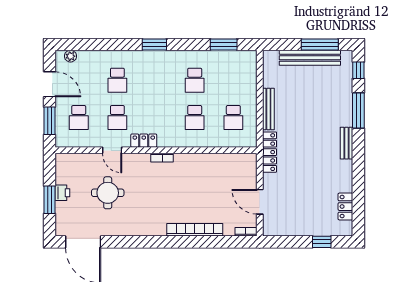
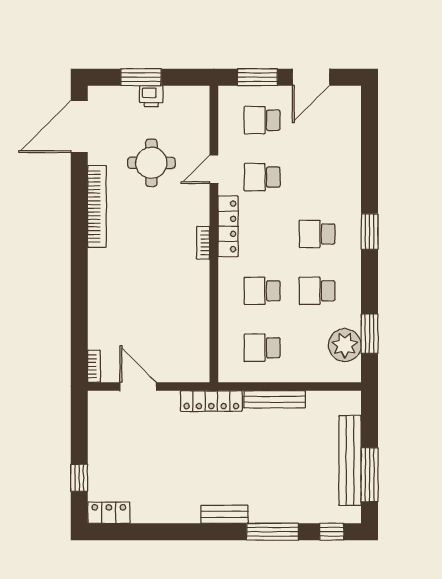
plant: (70, 56) -> (345, 345), moved, width x1.88, depth x1.88
school desk: (117, 80) -> (317, 234), moved
locker: (144, 141) -> (228, 226), width x1.53
door: (260, 202) -> (138, 387), hinge flipped
locker: (345, 207) -> (109, 513), moved
bookcase: (195, 230) -> (97, 206), moved

